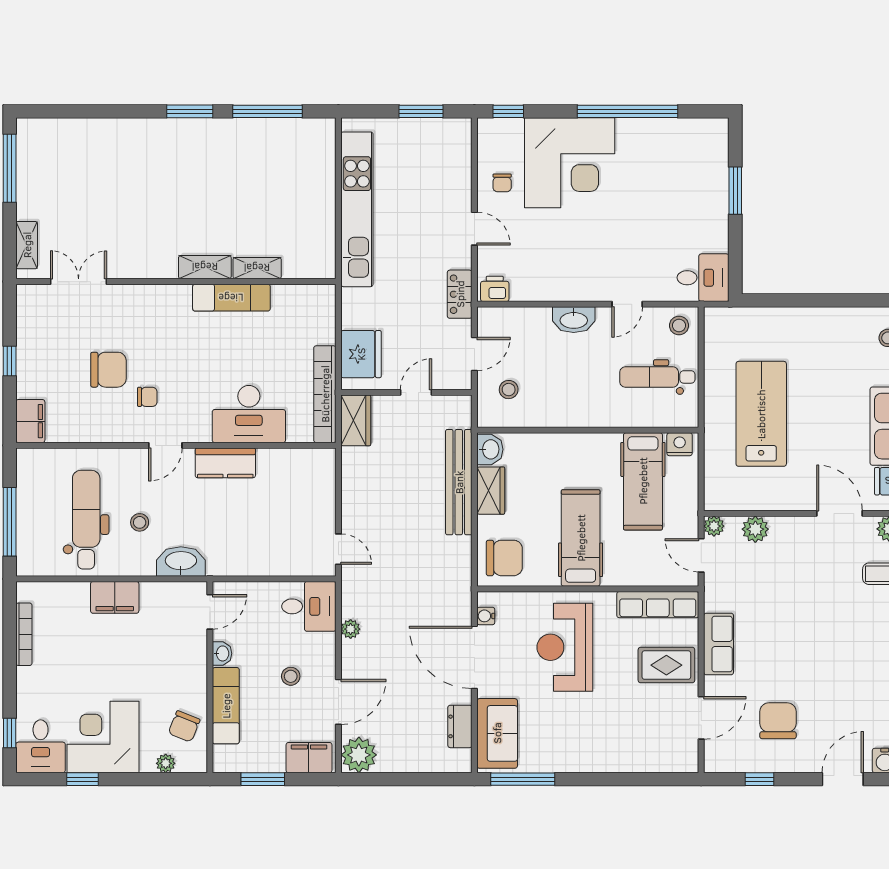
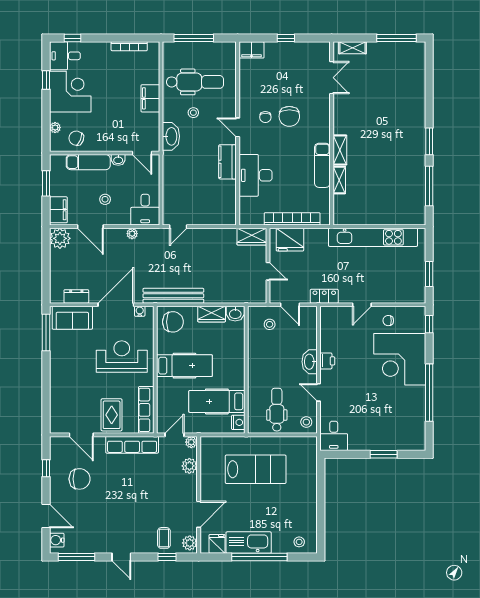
printer: (495, 289) -> (327, 361), moved
chair: (108, 370) -> (289, 116), moved
bookcase: (325, 394) -> (292, 219), moved
bench: (459, 482) -> (173, 296), moved
chair: (504, 558) -> (173, 322), turned -90
row of seats: (719, 644) -> (132, 445), width x1.48

